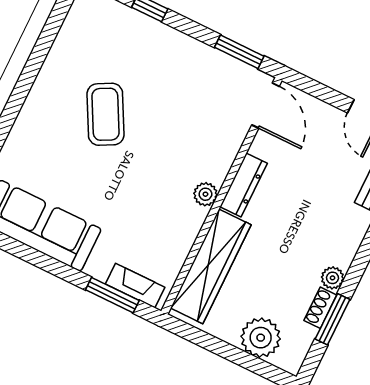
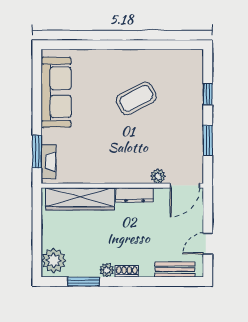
window: (239, 52) -> (208, 140), moved
plant: (205, 194) -> (158, 176), moved
shoe rack: (320, 308) -> (127, 271), moved
plant: (261, 338) -> (54, 260), moved

